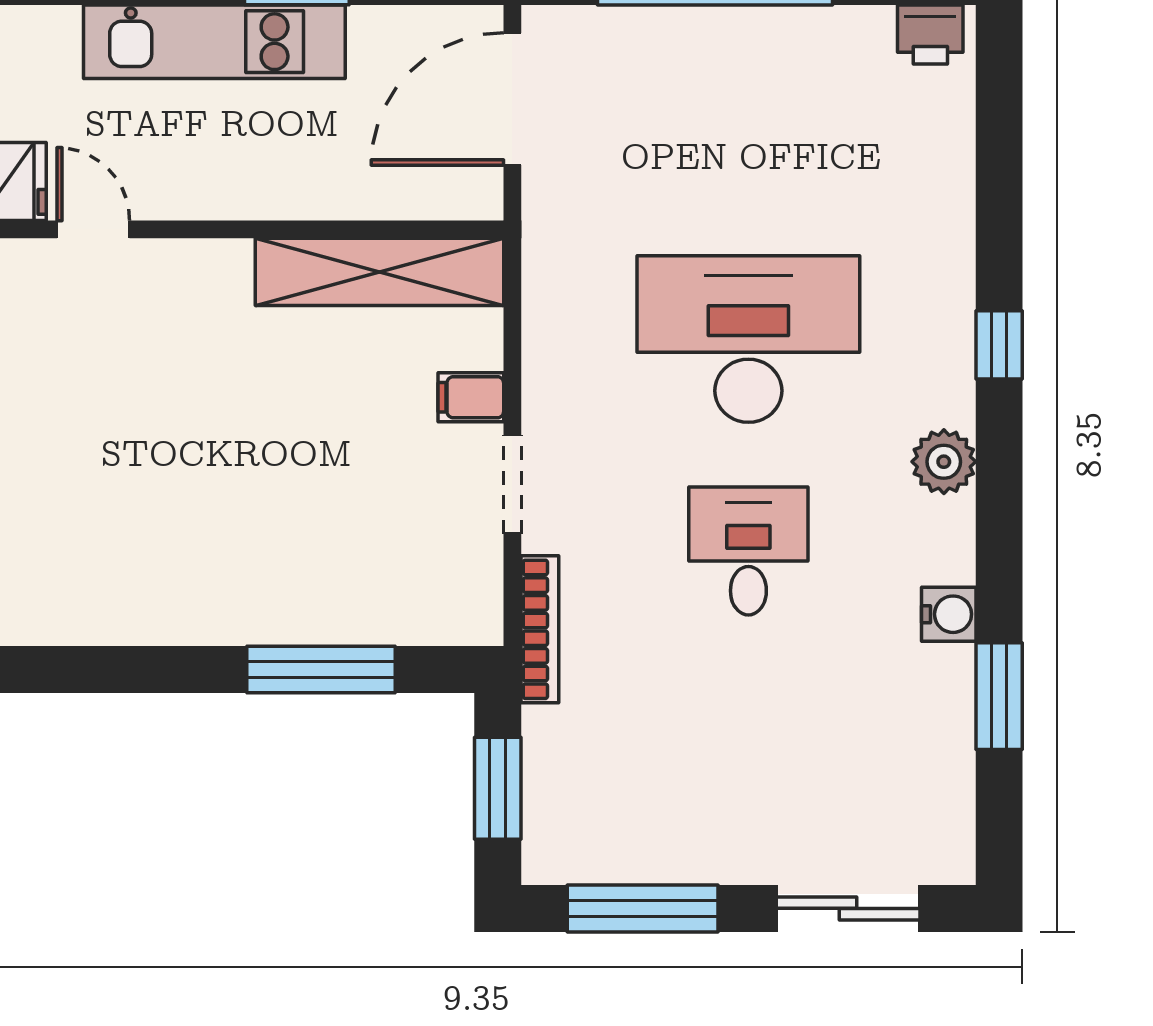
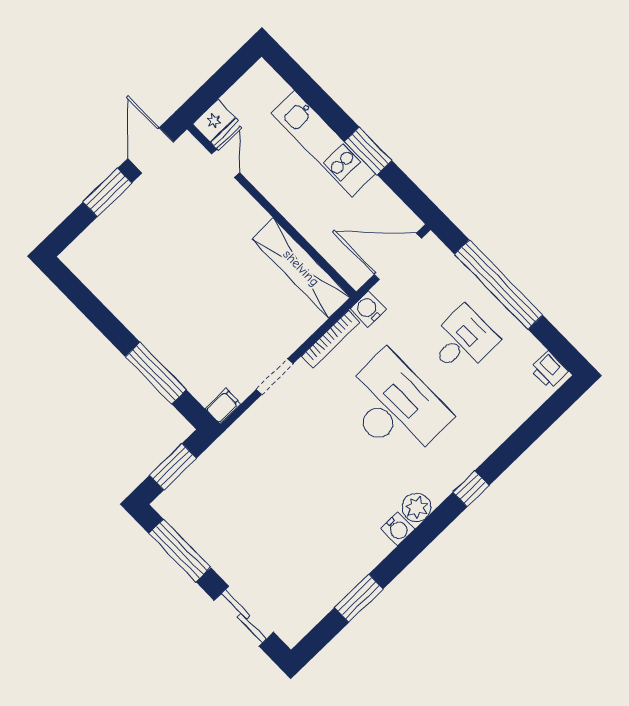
water cooler: (550, 229) -> (368, 309), added
filing cabinet: (471, 397) -> (223, 406), moved, turned 90
desk: (748, 551) -> (462, 341), moved
water cooler: (949, 614) -> (398, 529), moved
bookcase: (540, 629) -> (331, 339), moved

